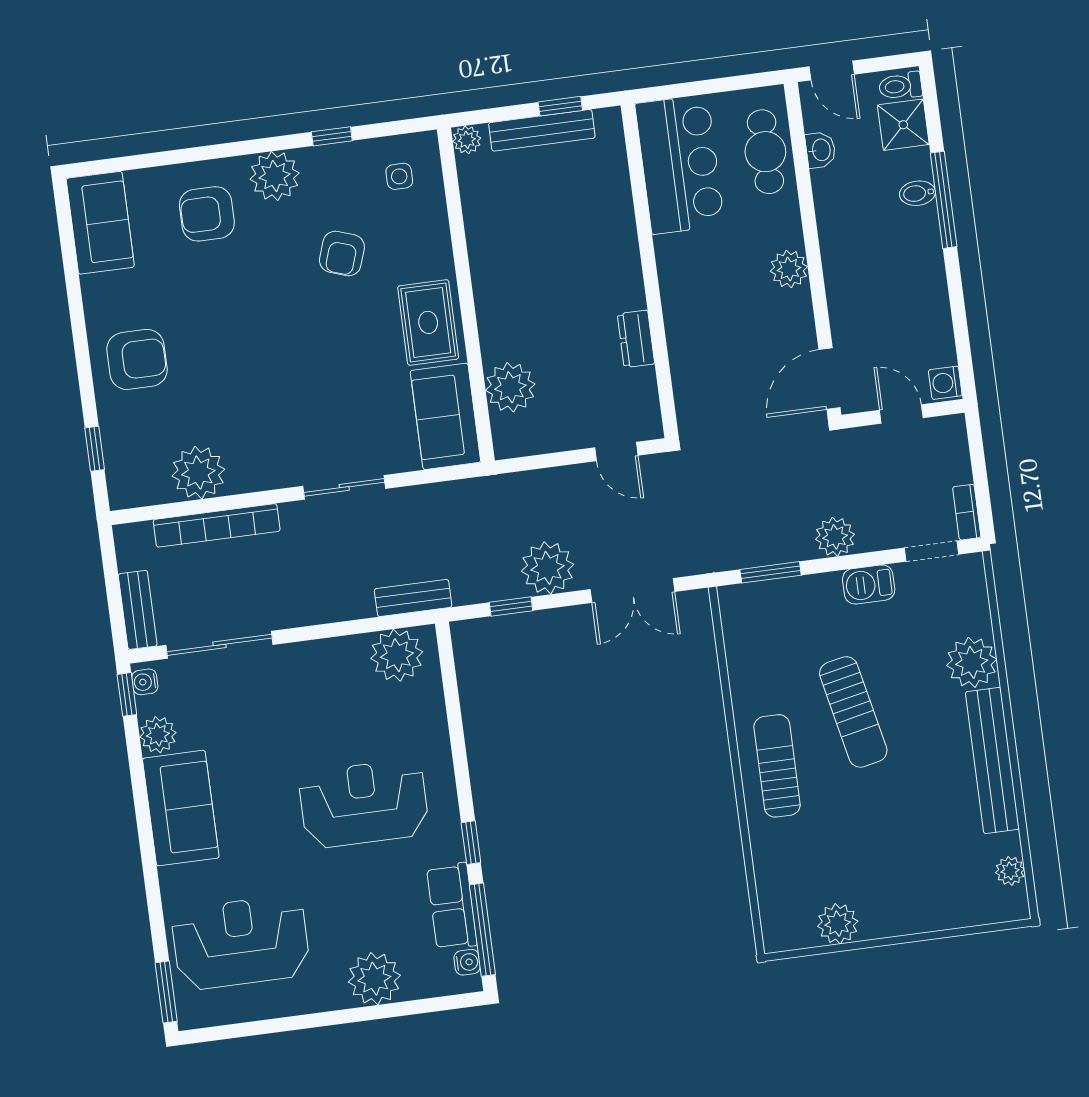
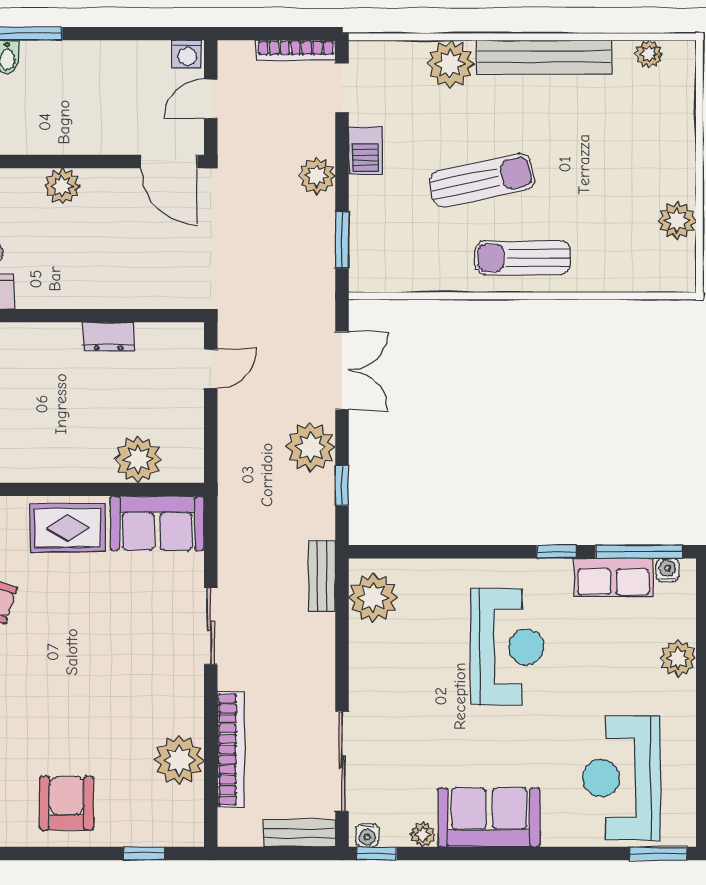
bookcase: (967, 512) -> (296, 50), width x1.56
plant: (158, 735) -> (423, 834), width x0.73, depth x0.73
reception desk: (364, 804) -> (507, 647), turned 180
plant: (374, 979) -> (678, 658), width x0.73, depth x0.73

